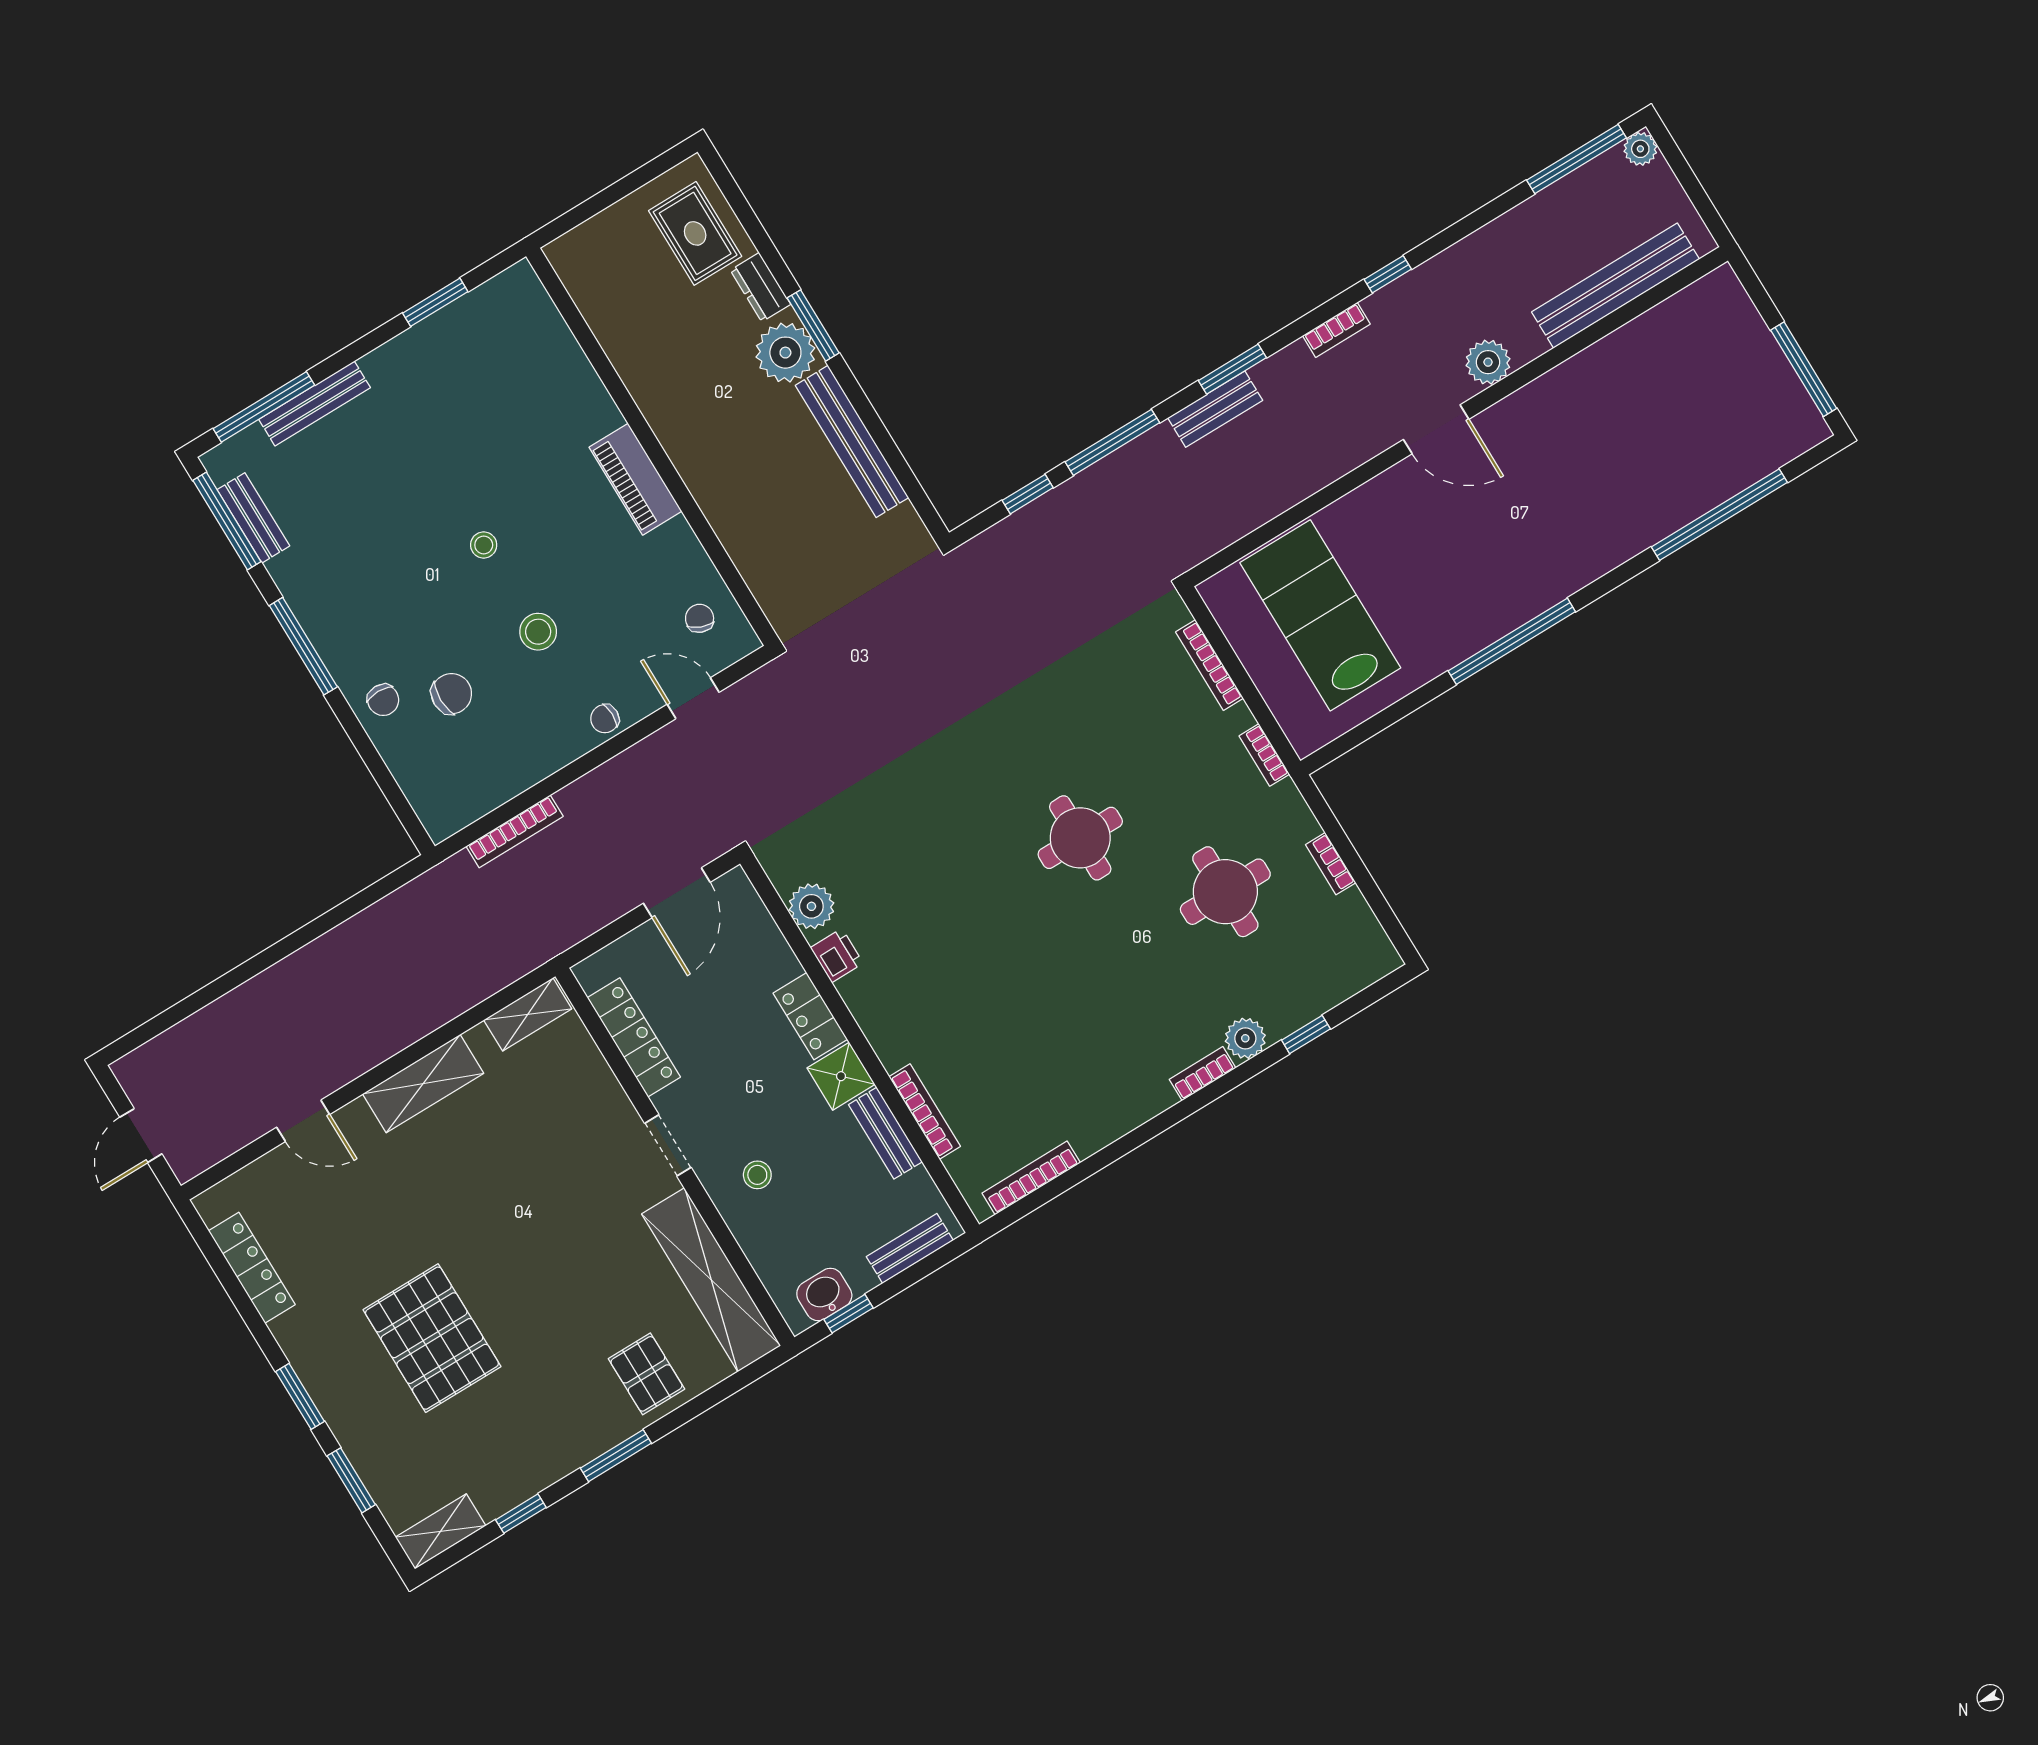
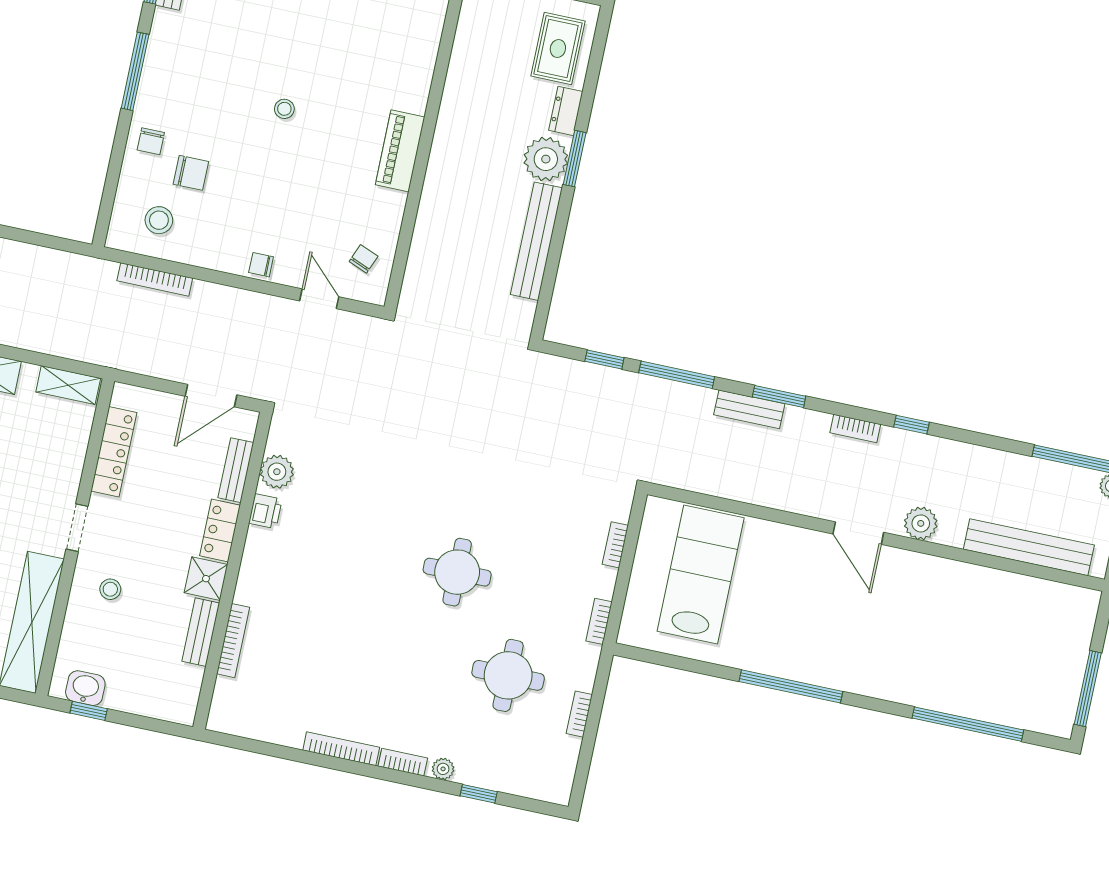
stool: (538, 632) -> (159, 220), moved
bookcase: (1210, 665) -> (615, 545), width x0.64
plant: (1245, 1038) -> (443, 769), width x0.73, depth x0.73
bookcase: (1031, 1178) -> (341, 749), moved
bench: (910, 1248) -> (236, 470), moved, turned 90

